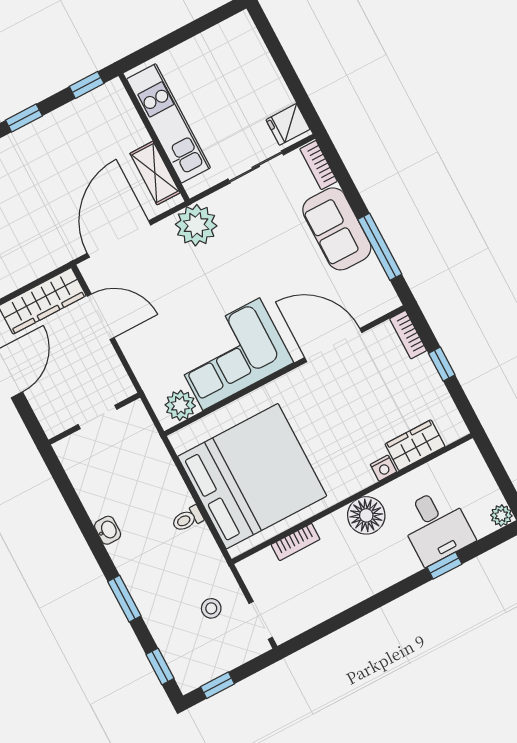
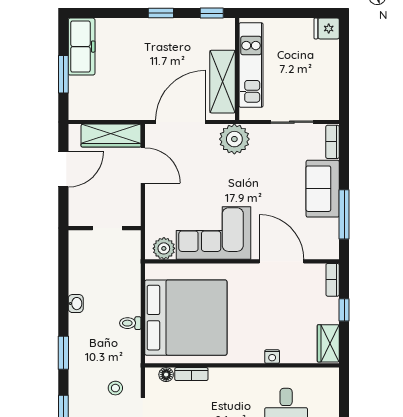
fridge: (288, 124) -> (327, 29), moved
shelving: (155, 173) -> (223, 82), width x1.50, depth x1.33
wardrobe: (415, 445) -> (328, 343), moved, turned -90
floor lamp: (366, 515) -> (166, 375), moved, width x0.53, depth x0.53

